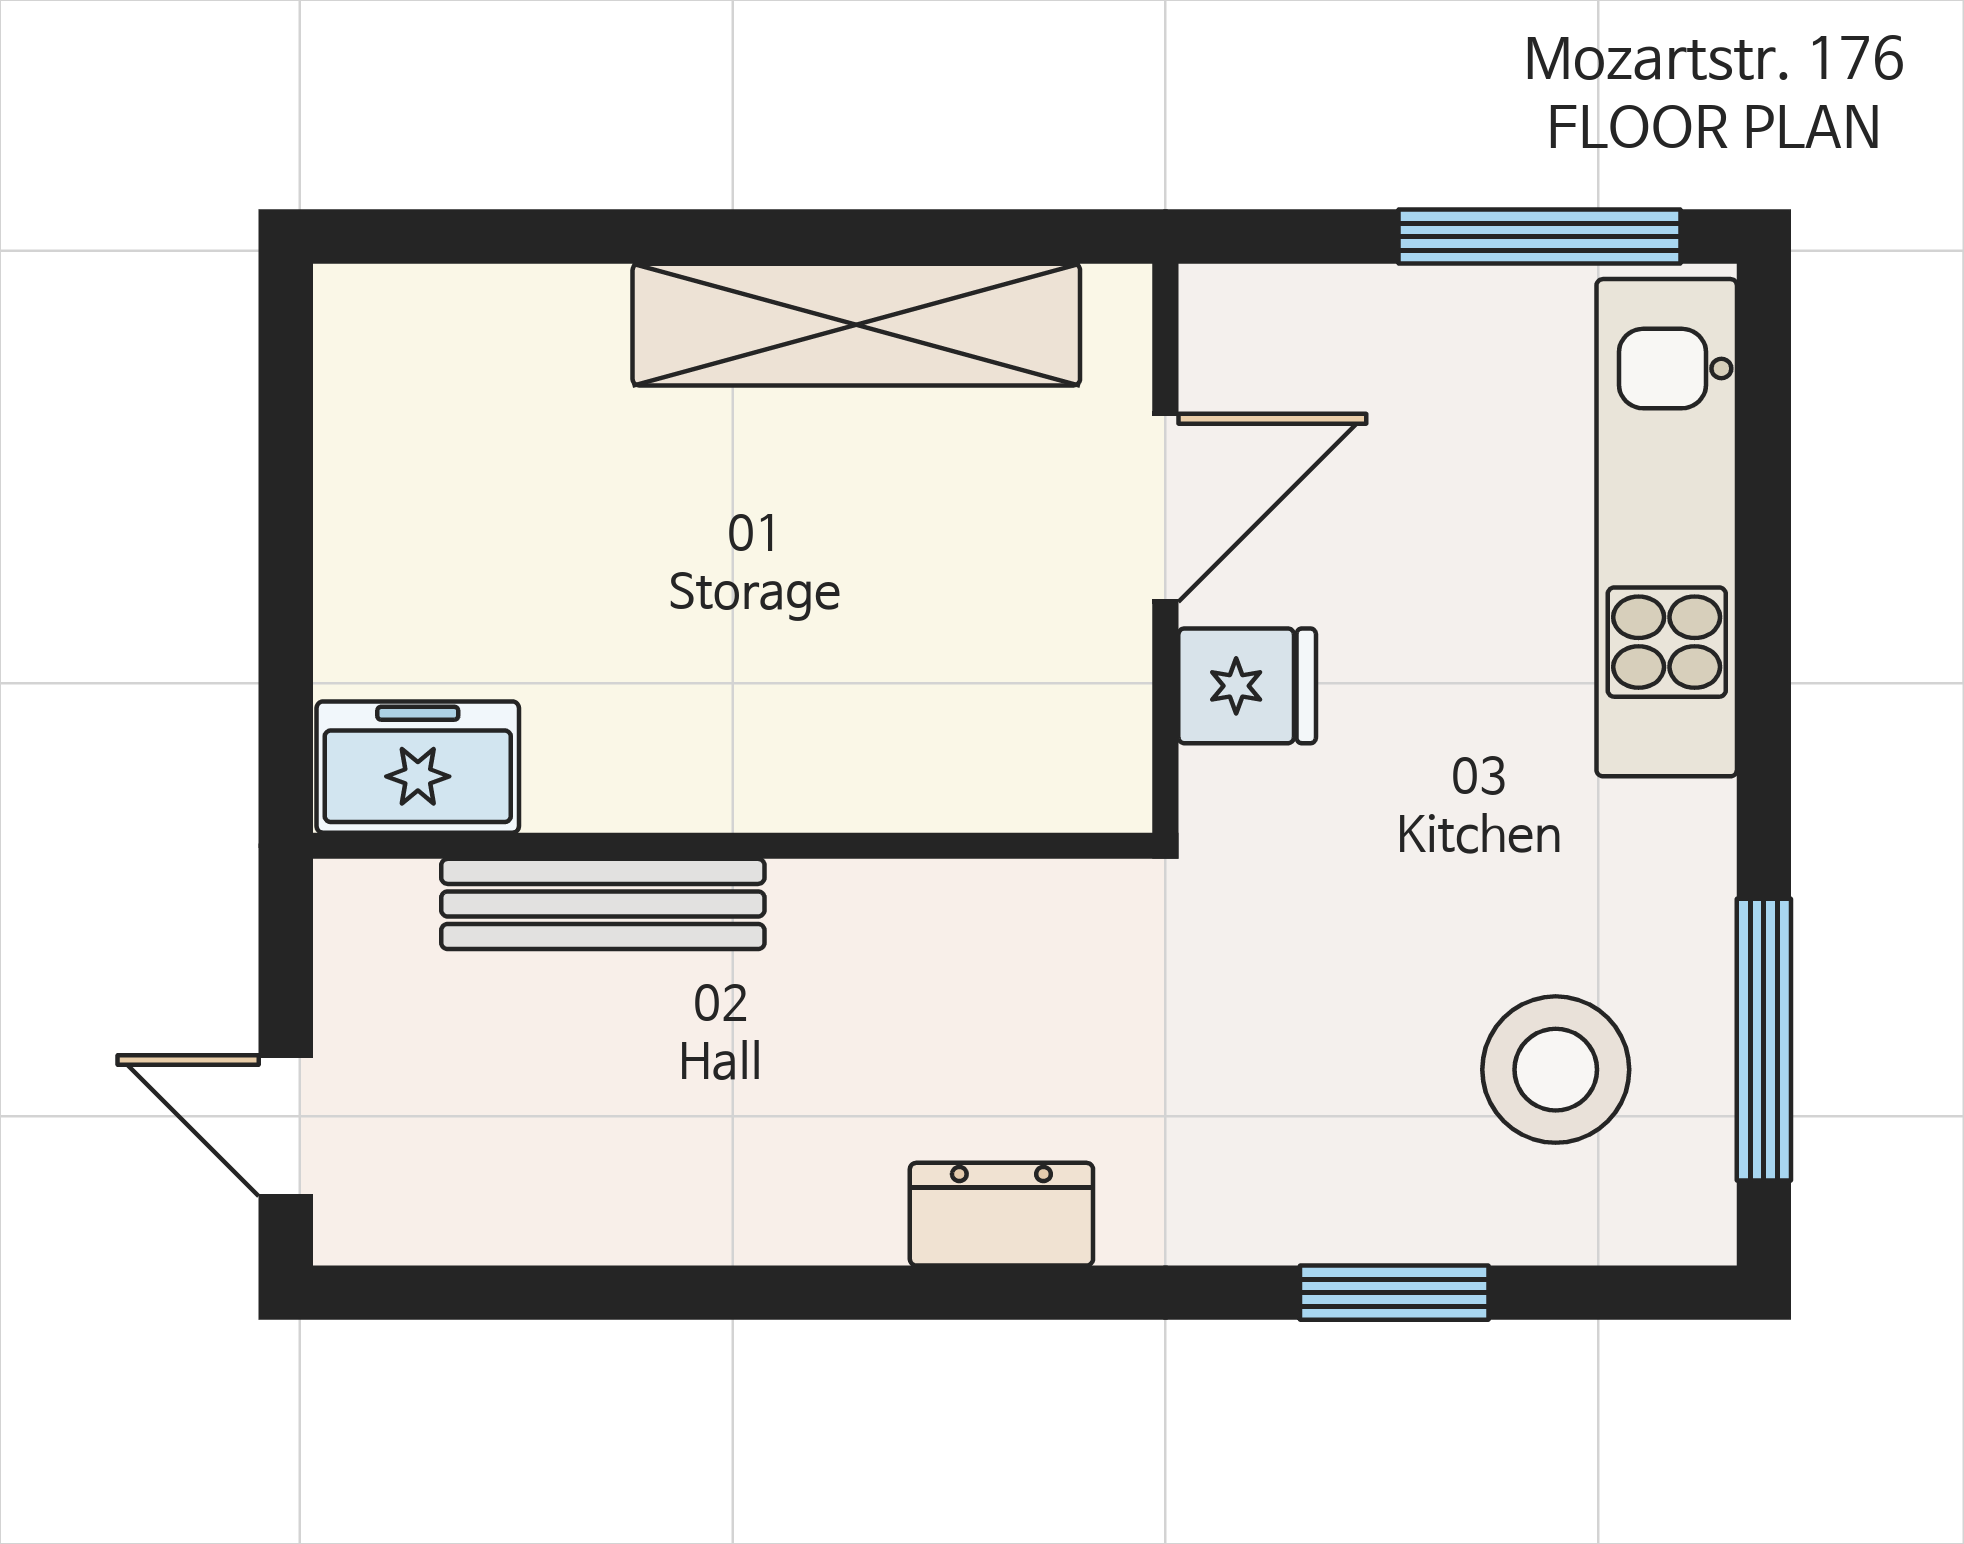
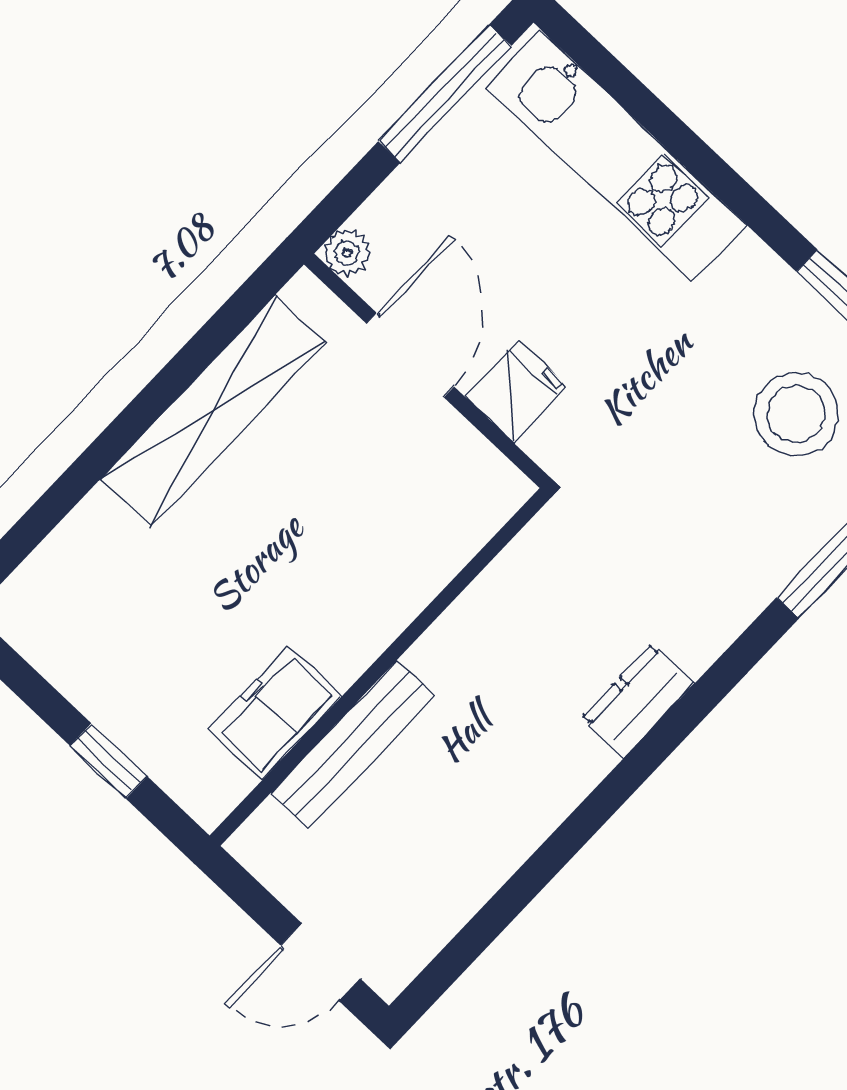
plant: (1219, 304) -> (347, 253), added
window: (286, 614) -> (109, 761), added
freezer: (418, 767) -> (275, 713), moved

